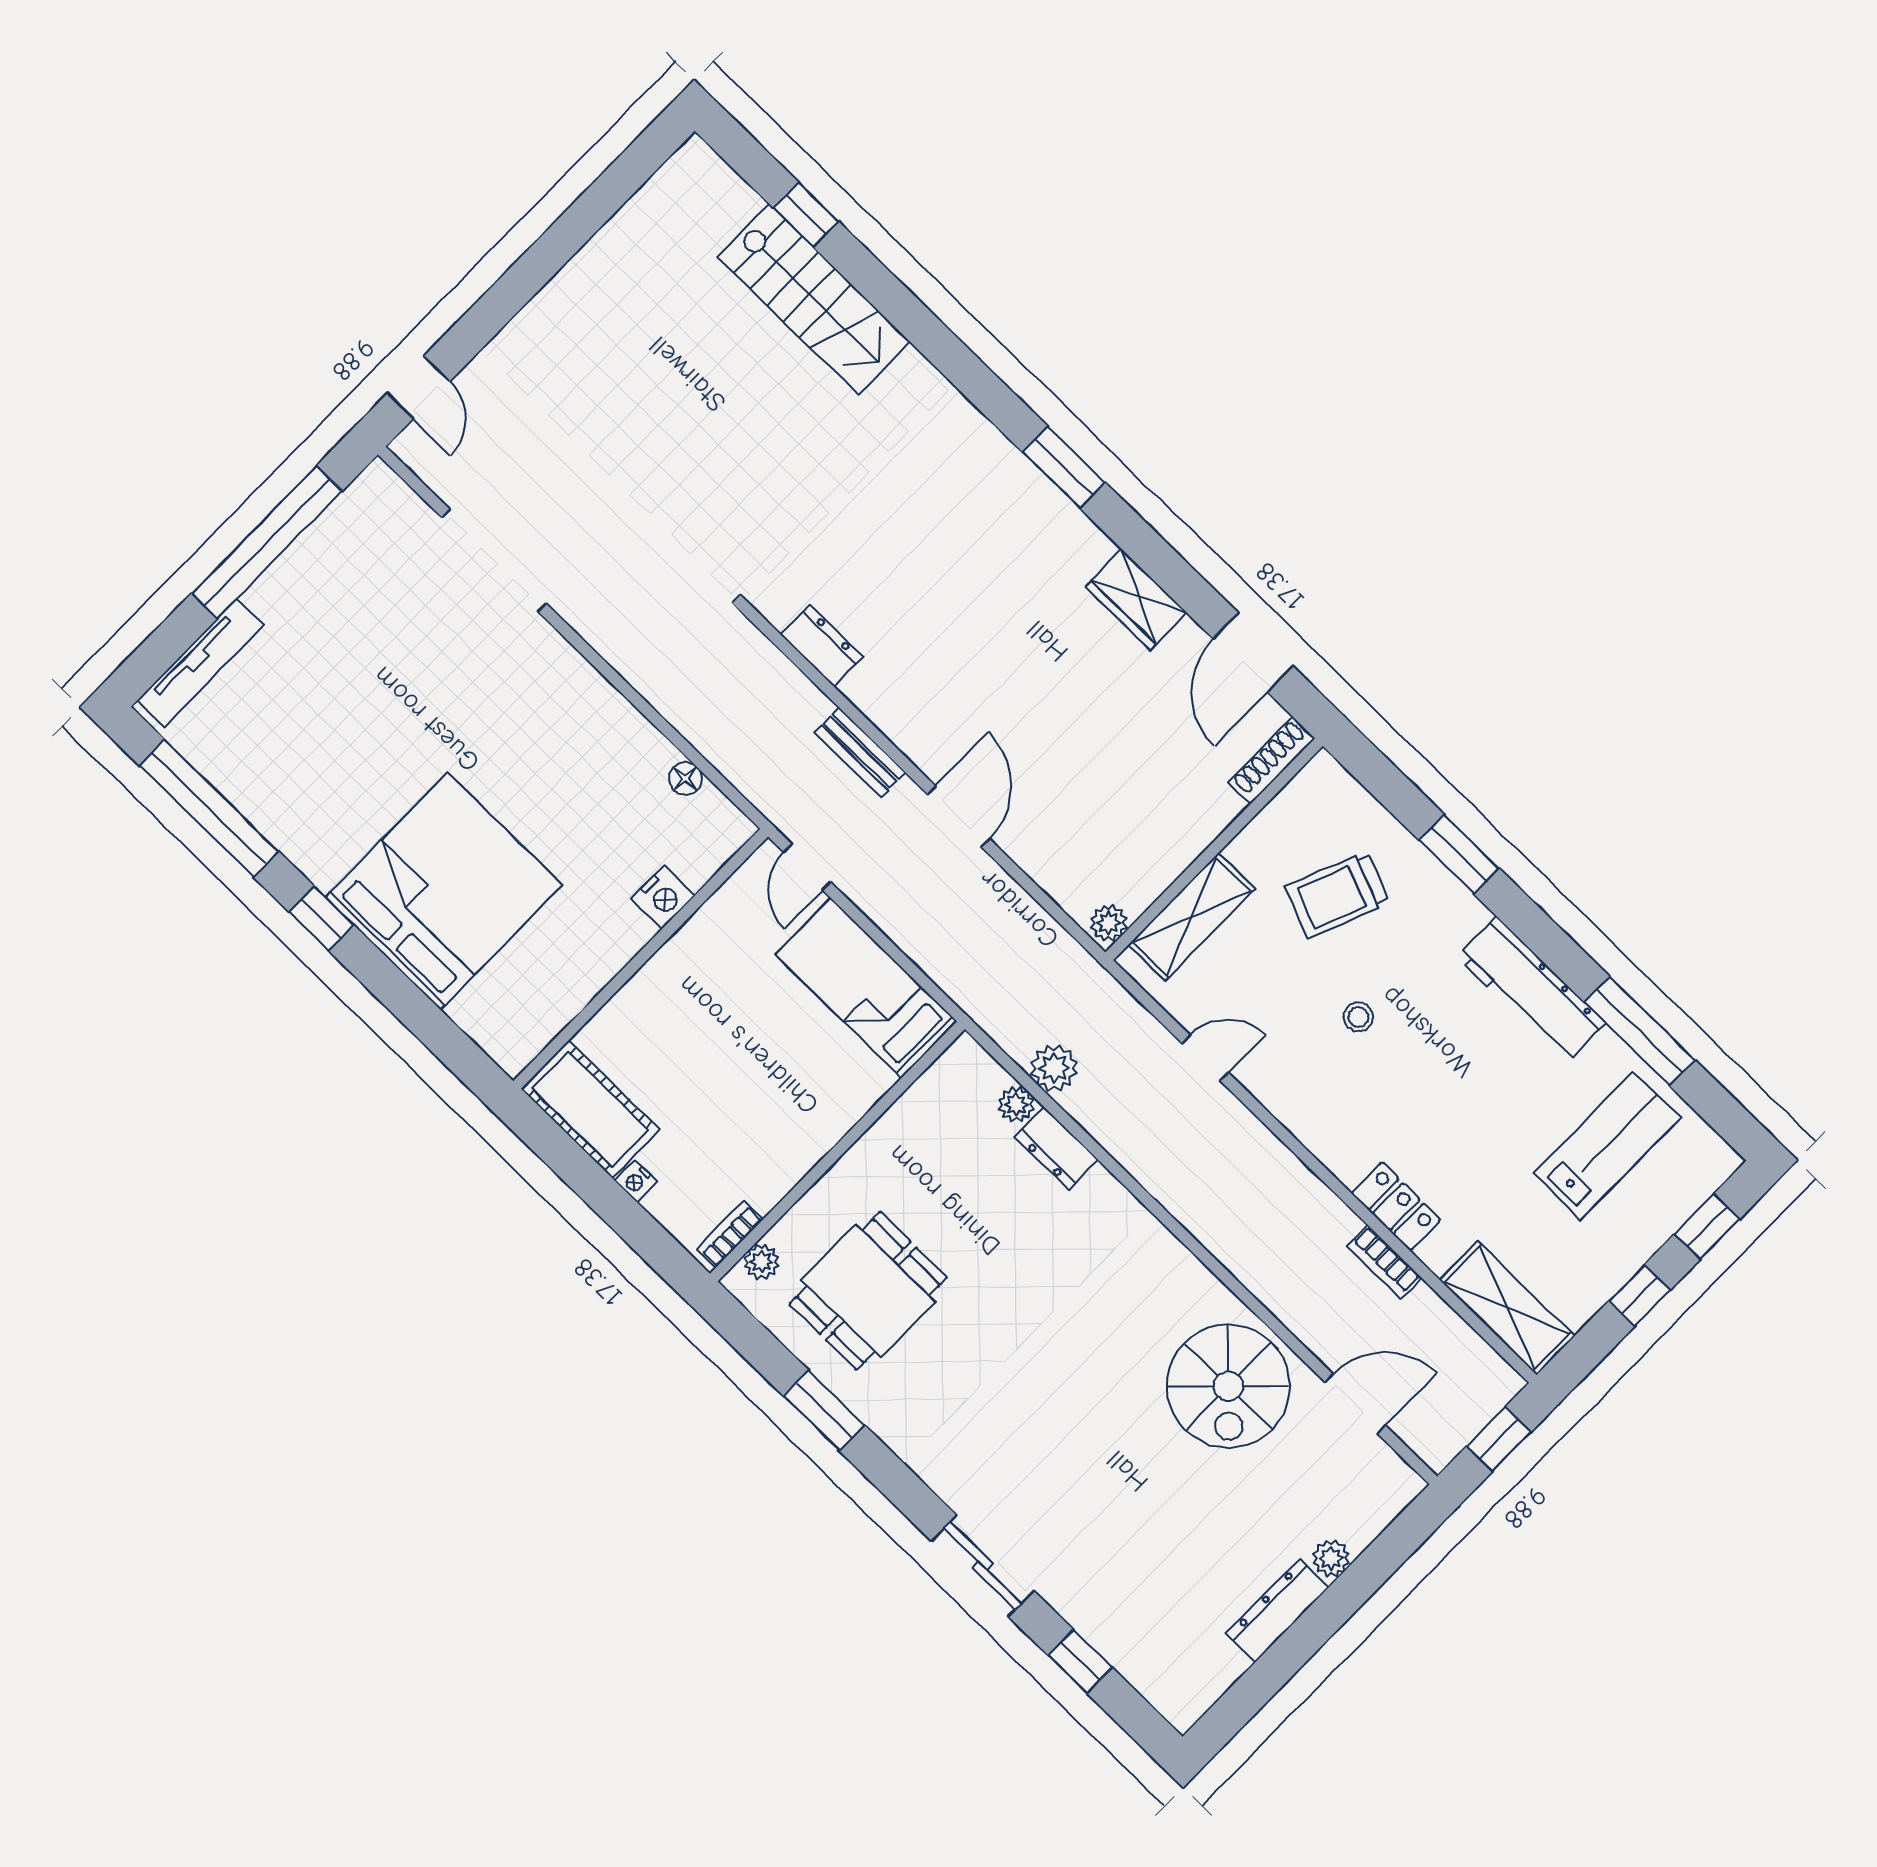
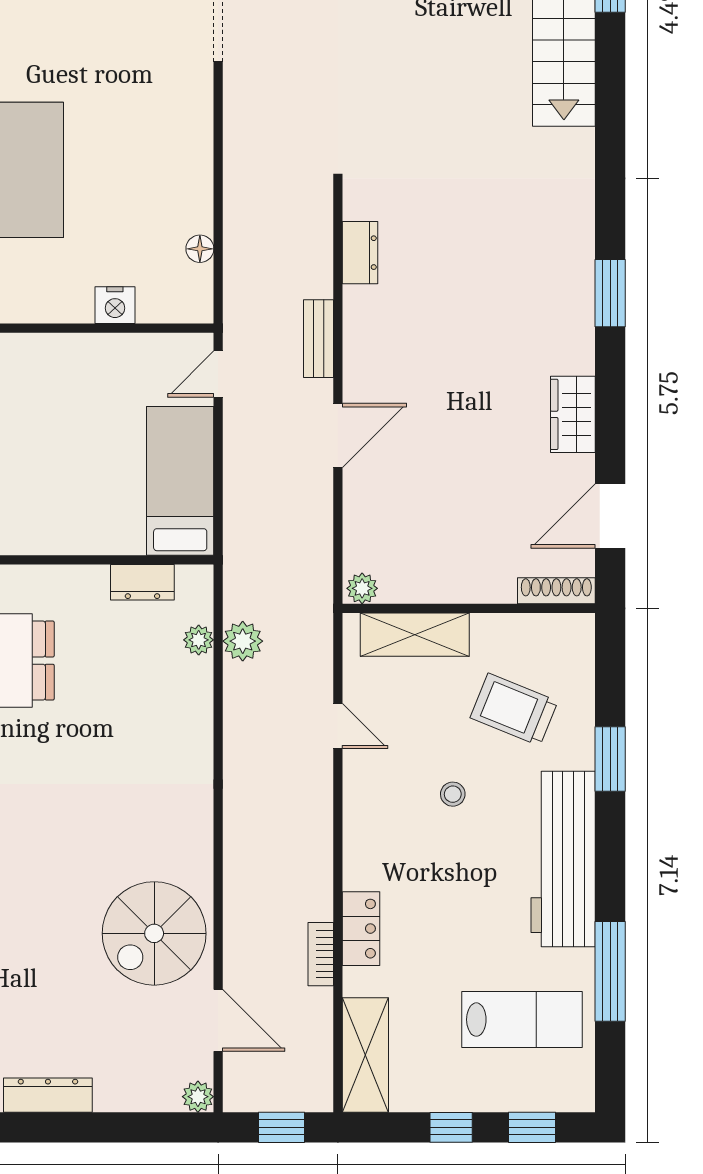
workbench: (1531, 990) -> (563, 859), width x1.36, depth x1.32
dresser: (1056, 1148) -> (142, 582), moved, turned -90
plant: (1331, 1558) -> (198, 1097), moved

